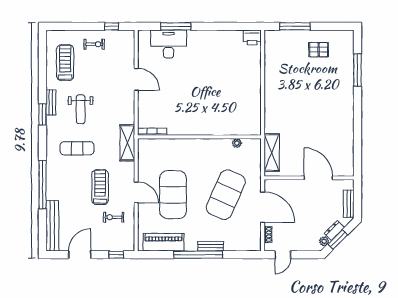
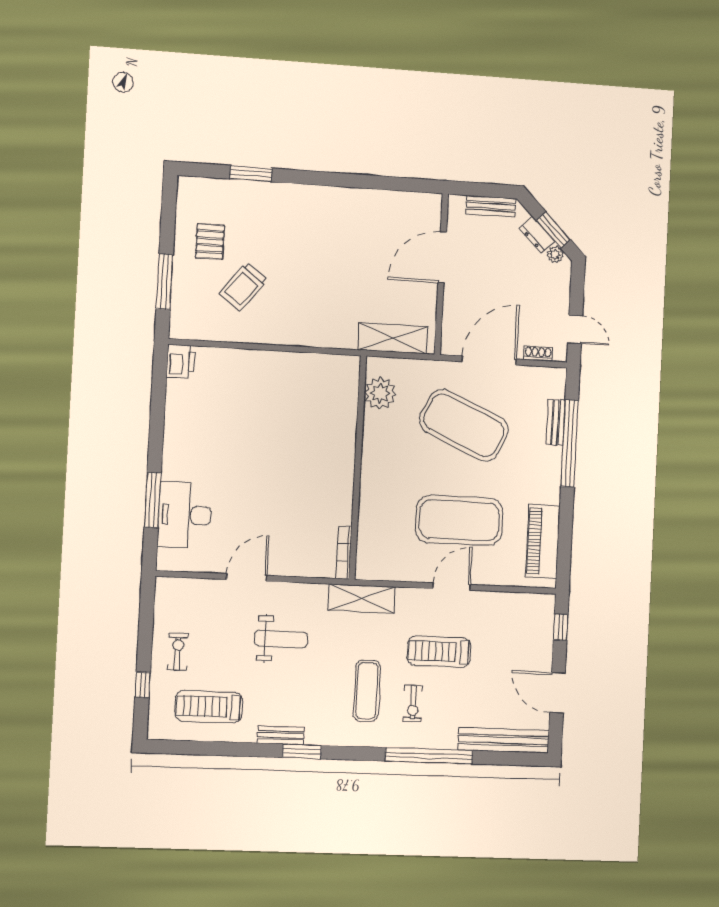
window: (112, 26) -> (143, 685), moved
trolley: (295, 69) -> (243, 287), added
window: (358, 70) -> (251, 174), width x0.69
weight bench: (81, 109) -> (281, 639), moved
plant: (237, 143) -> (380, 393), width x1.88, depth x1.88
exercise bike: (114, 217) -> (413, 704), moved
bench: (211, 246) -> (556, 422), moved
window: (198, 255) -> (570, 443), moved

